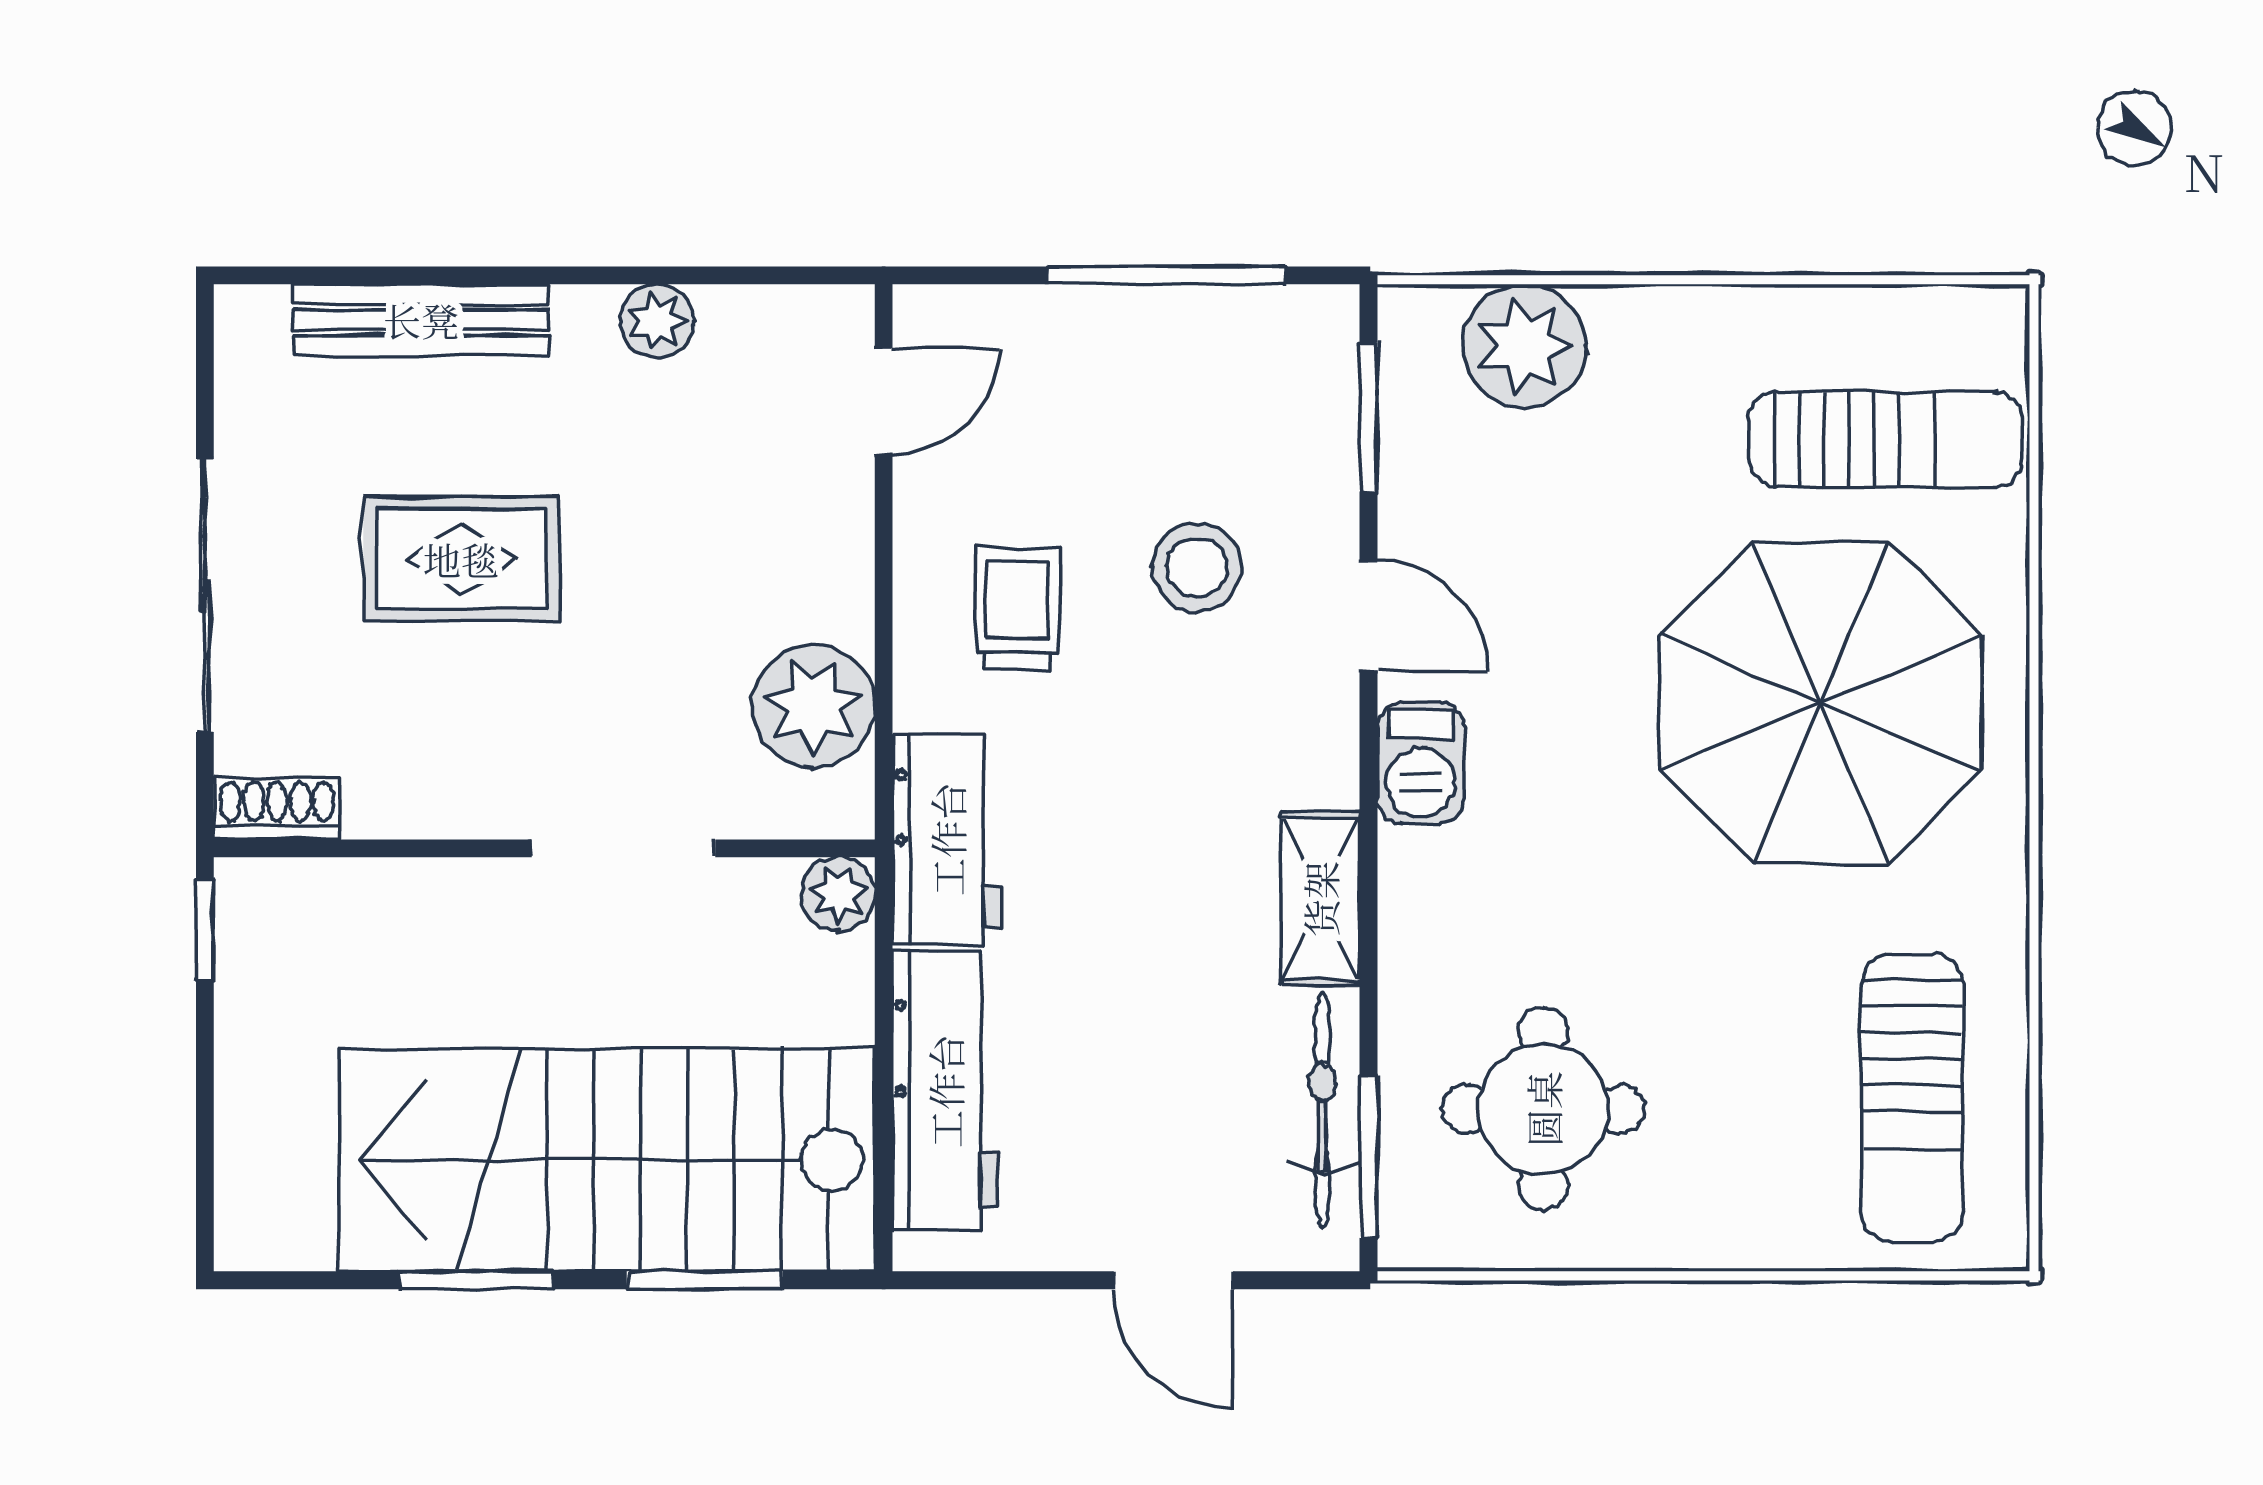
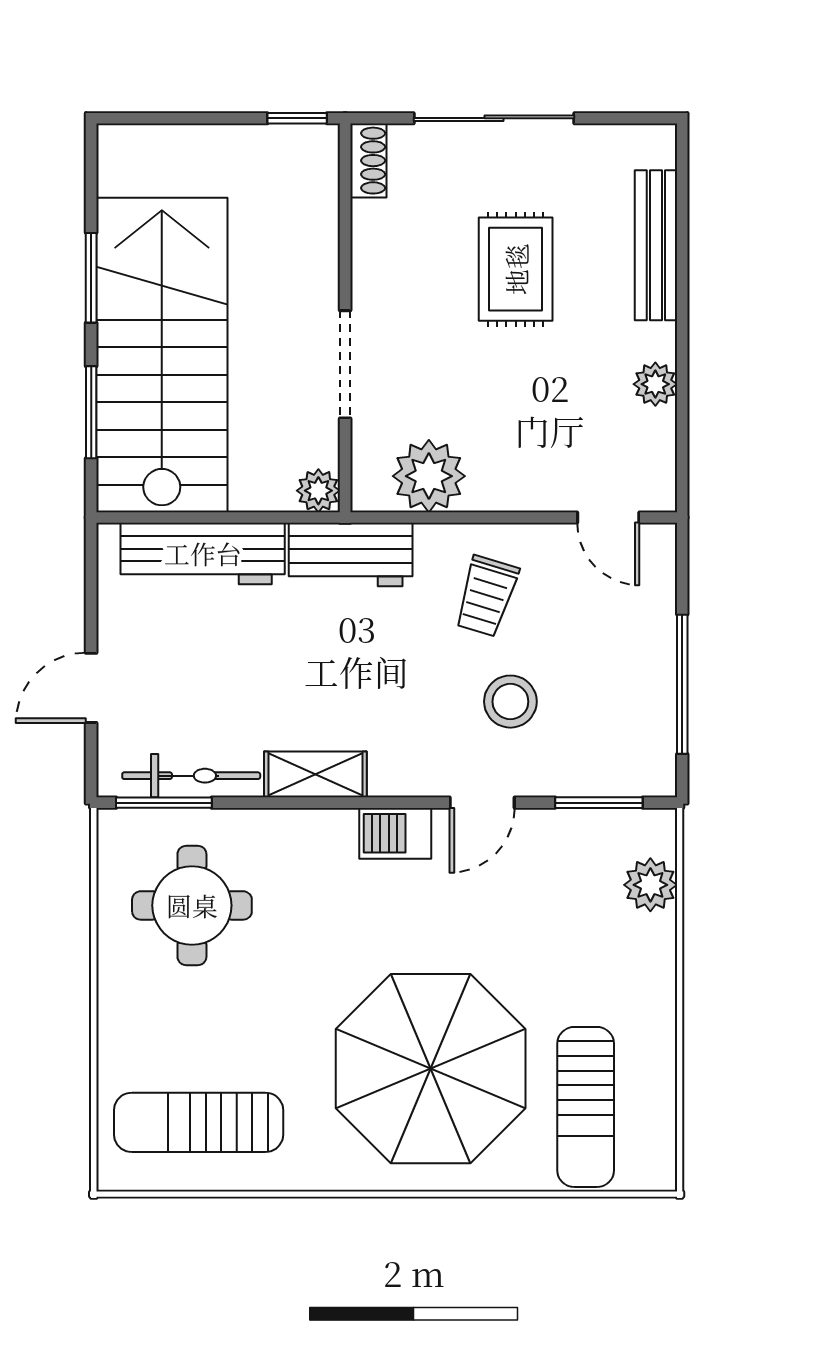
plant: (1525, 346) -> (650, 885), width x0.73, depth x0.73
trolley: (1017, 608) -> (486, 596), turned 107

